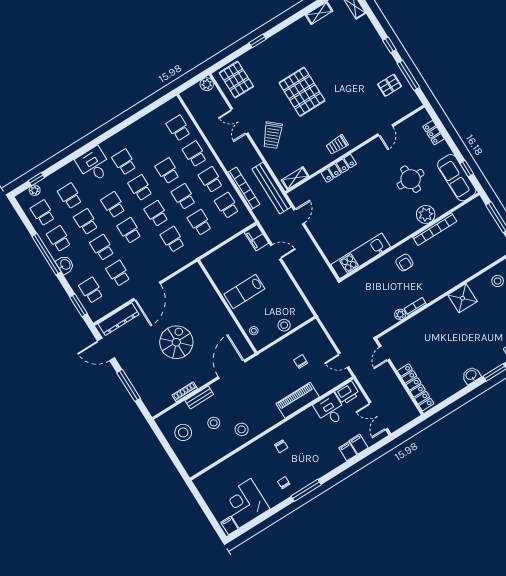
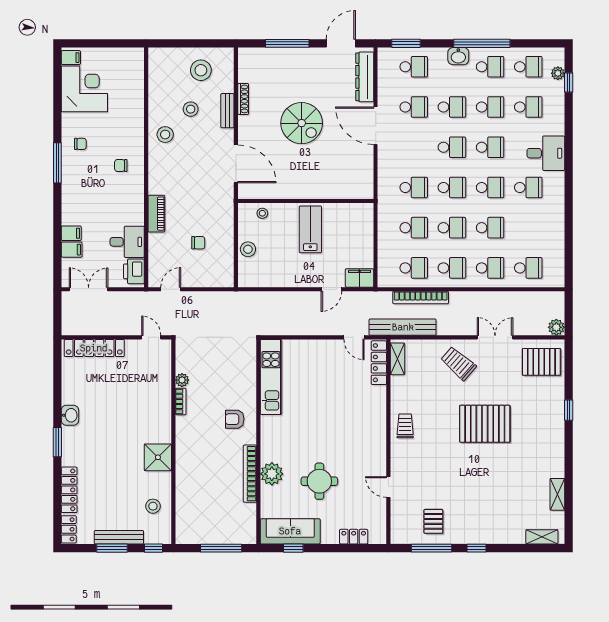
locker: (339, 168) -> (379, 363), moved
piano: (298, 400) -> (156, 214), width x0.73, depth x0.75

